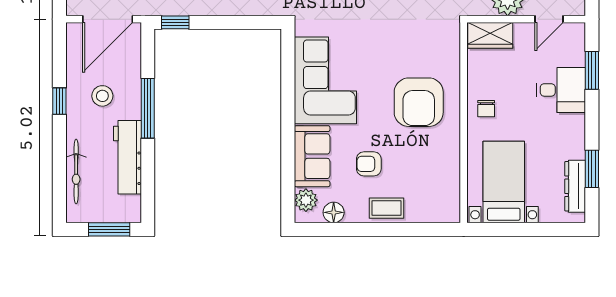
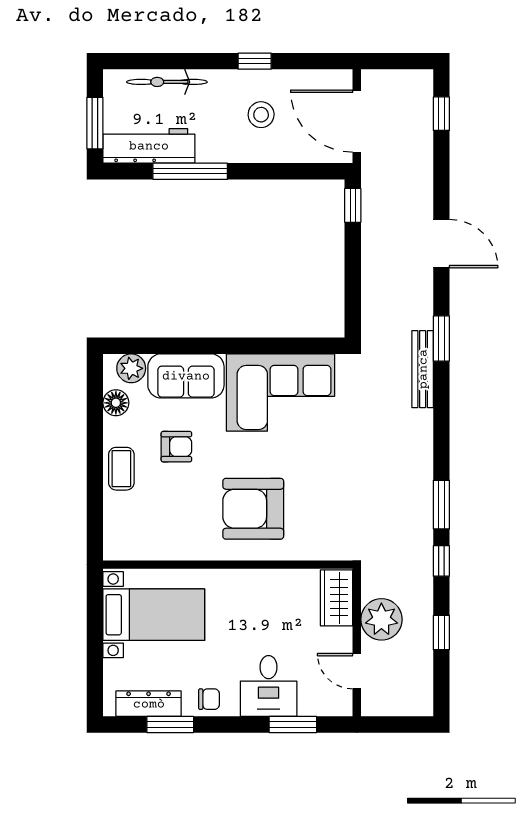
window: (148, 108) -> (190, 171), moved
chair: (486, 109) -> (209, 699), moved, turned 180
workbench: (127, 157) -> (149, 146), moved
armchair: (369, 164) -> (176, 447), turned 90

